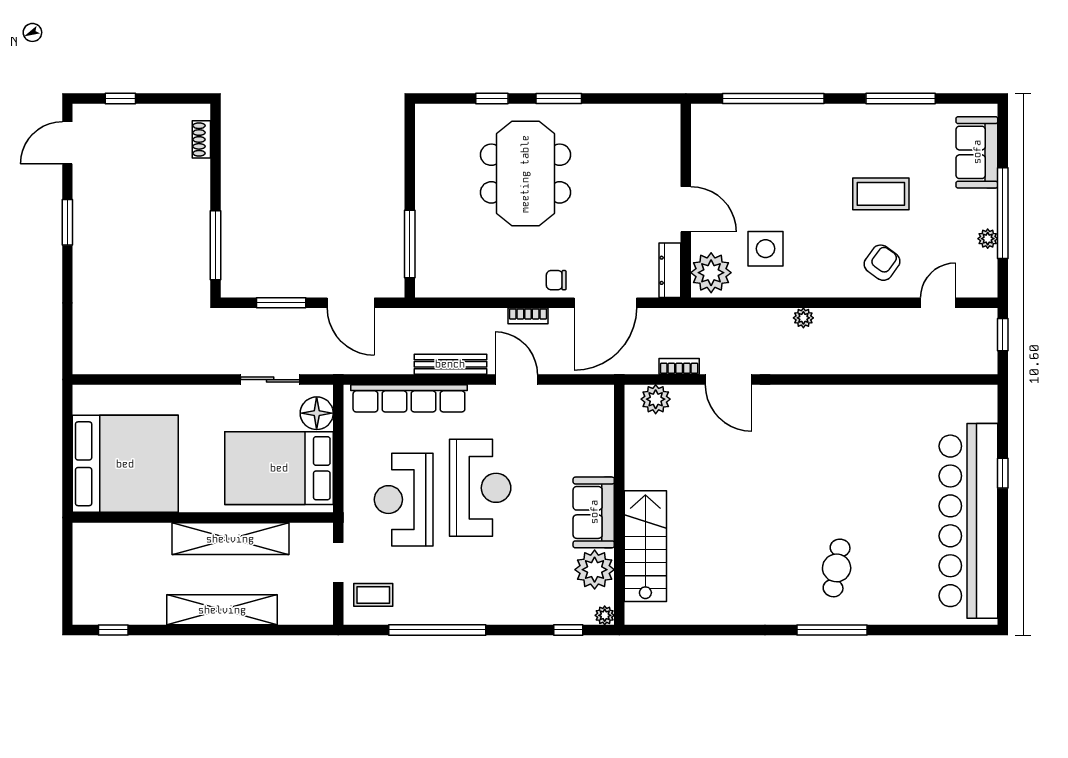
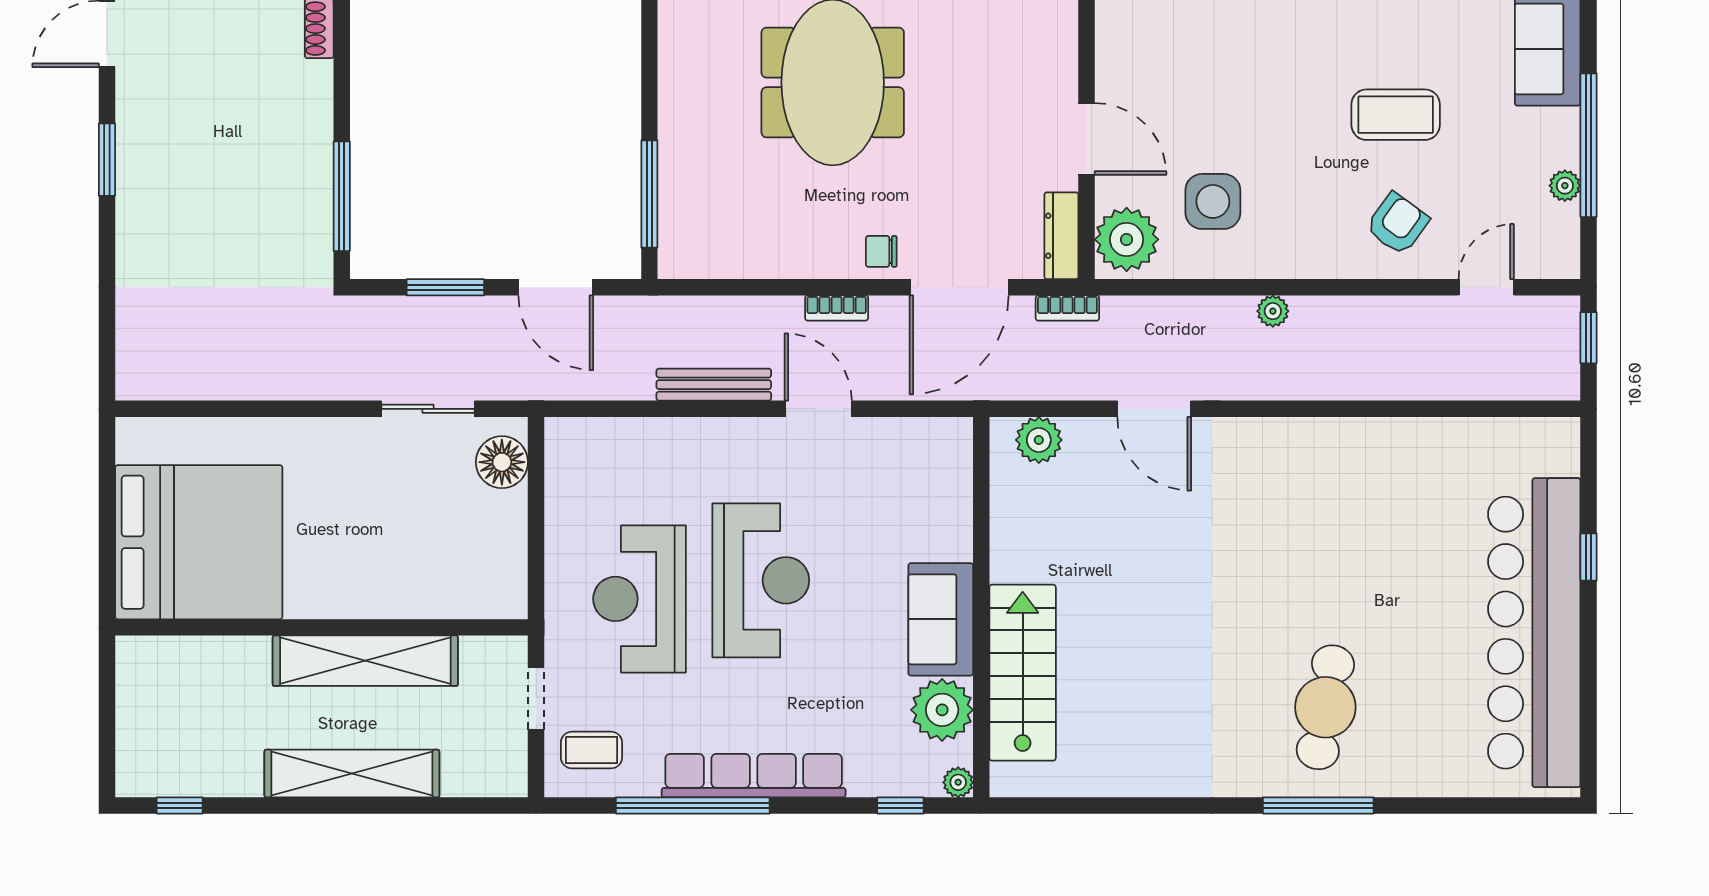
bookcase: (679, 366) -> (1067, 308), moved, turned 180
row of seats: (409, 398) -> (754, 776), moved, turned 180
bed: (279, 468) -> (442, 549), removed
cafe table: (837, 568) -> (1325, 707), width x1.37, depth x1.35

